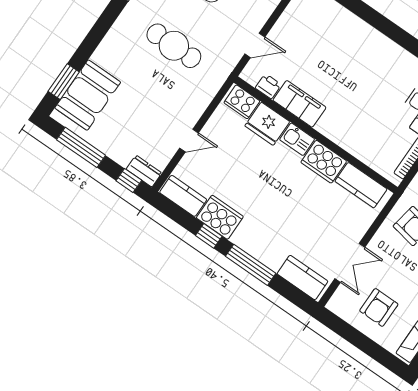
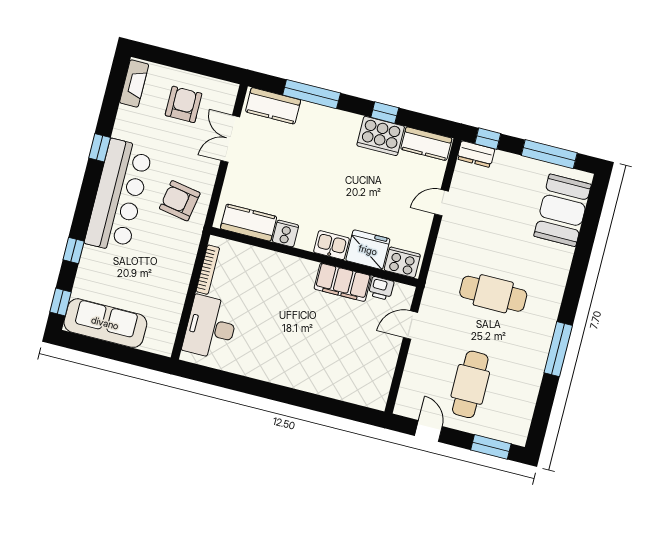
window: (64, 82) -> (592, 215), removed
cooker: (324, 162) -> (286, 234), width x0.53, depth x0.76
window: (251, 265) -> (312, 94), moved

